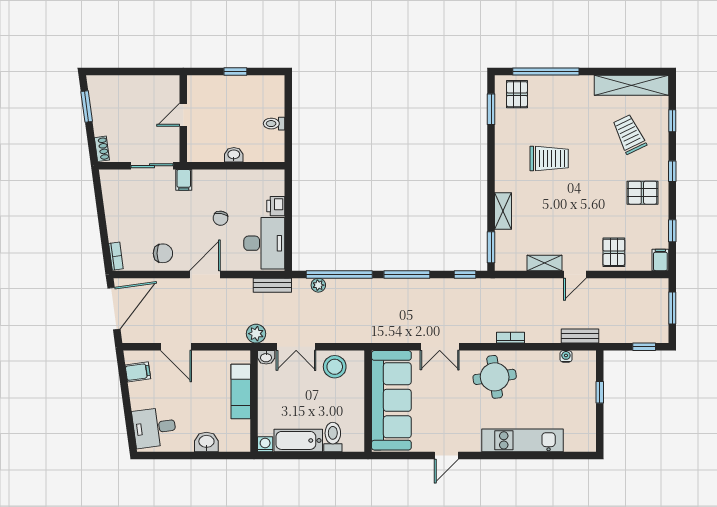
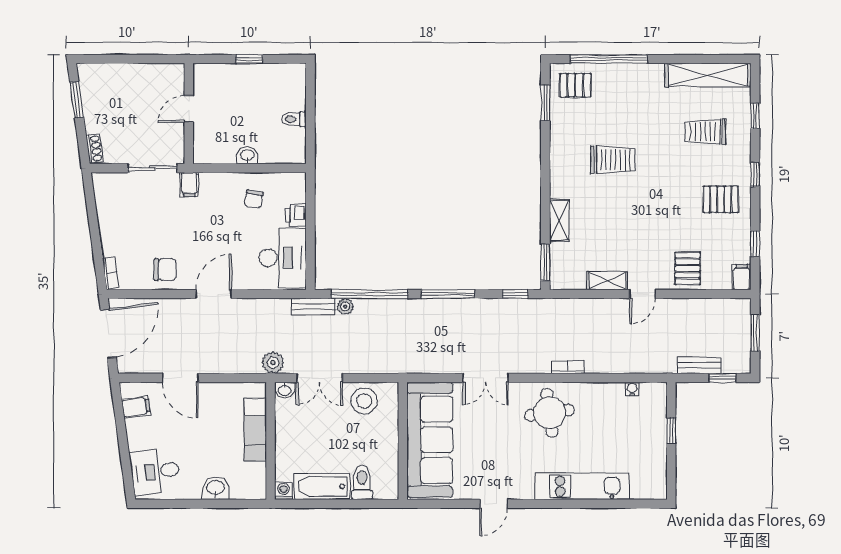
pallet: (517, 94) -> (575, 85), turned 90
trolley: (629, 134) -> (705, 132), turned -64
chair: (220, 218) -> (254, 199), moved
bench: (272, 285) -> (313, 307), moved
bench: (580, 336) -> (699, 365), moved

